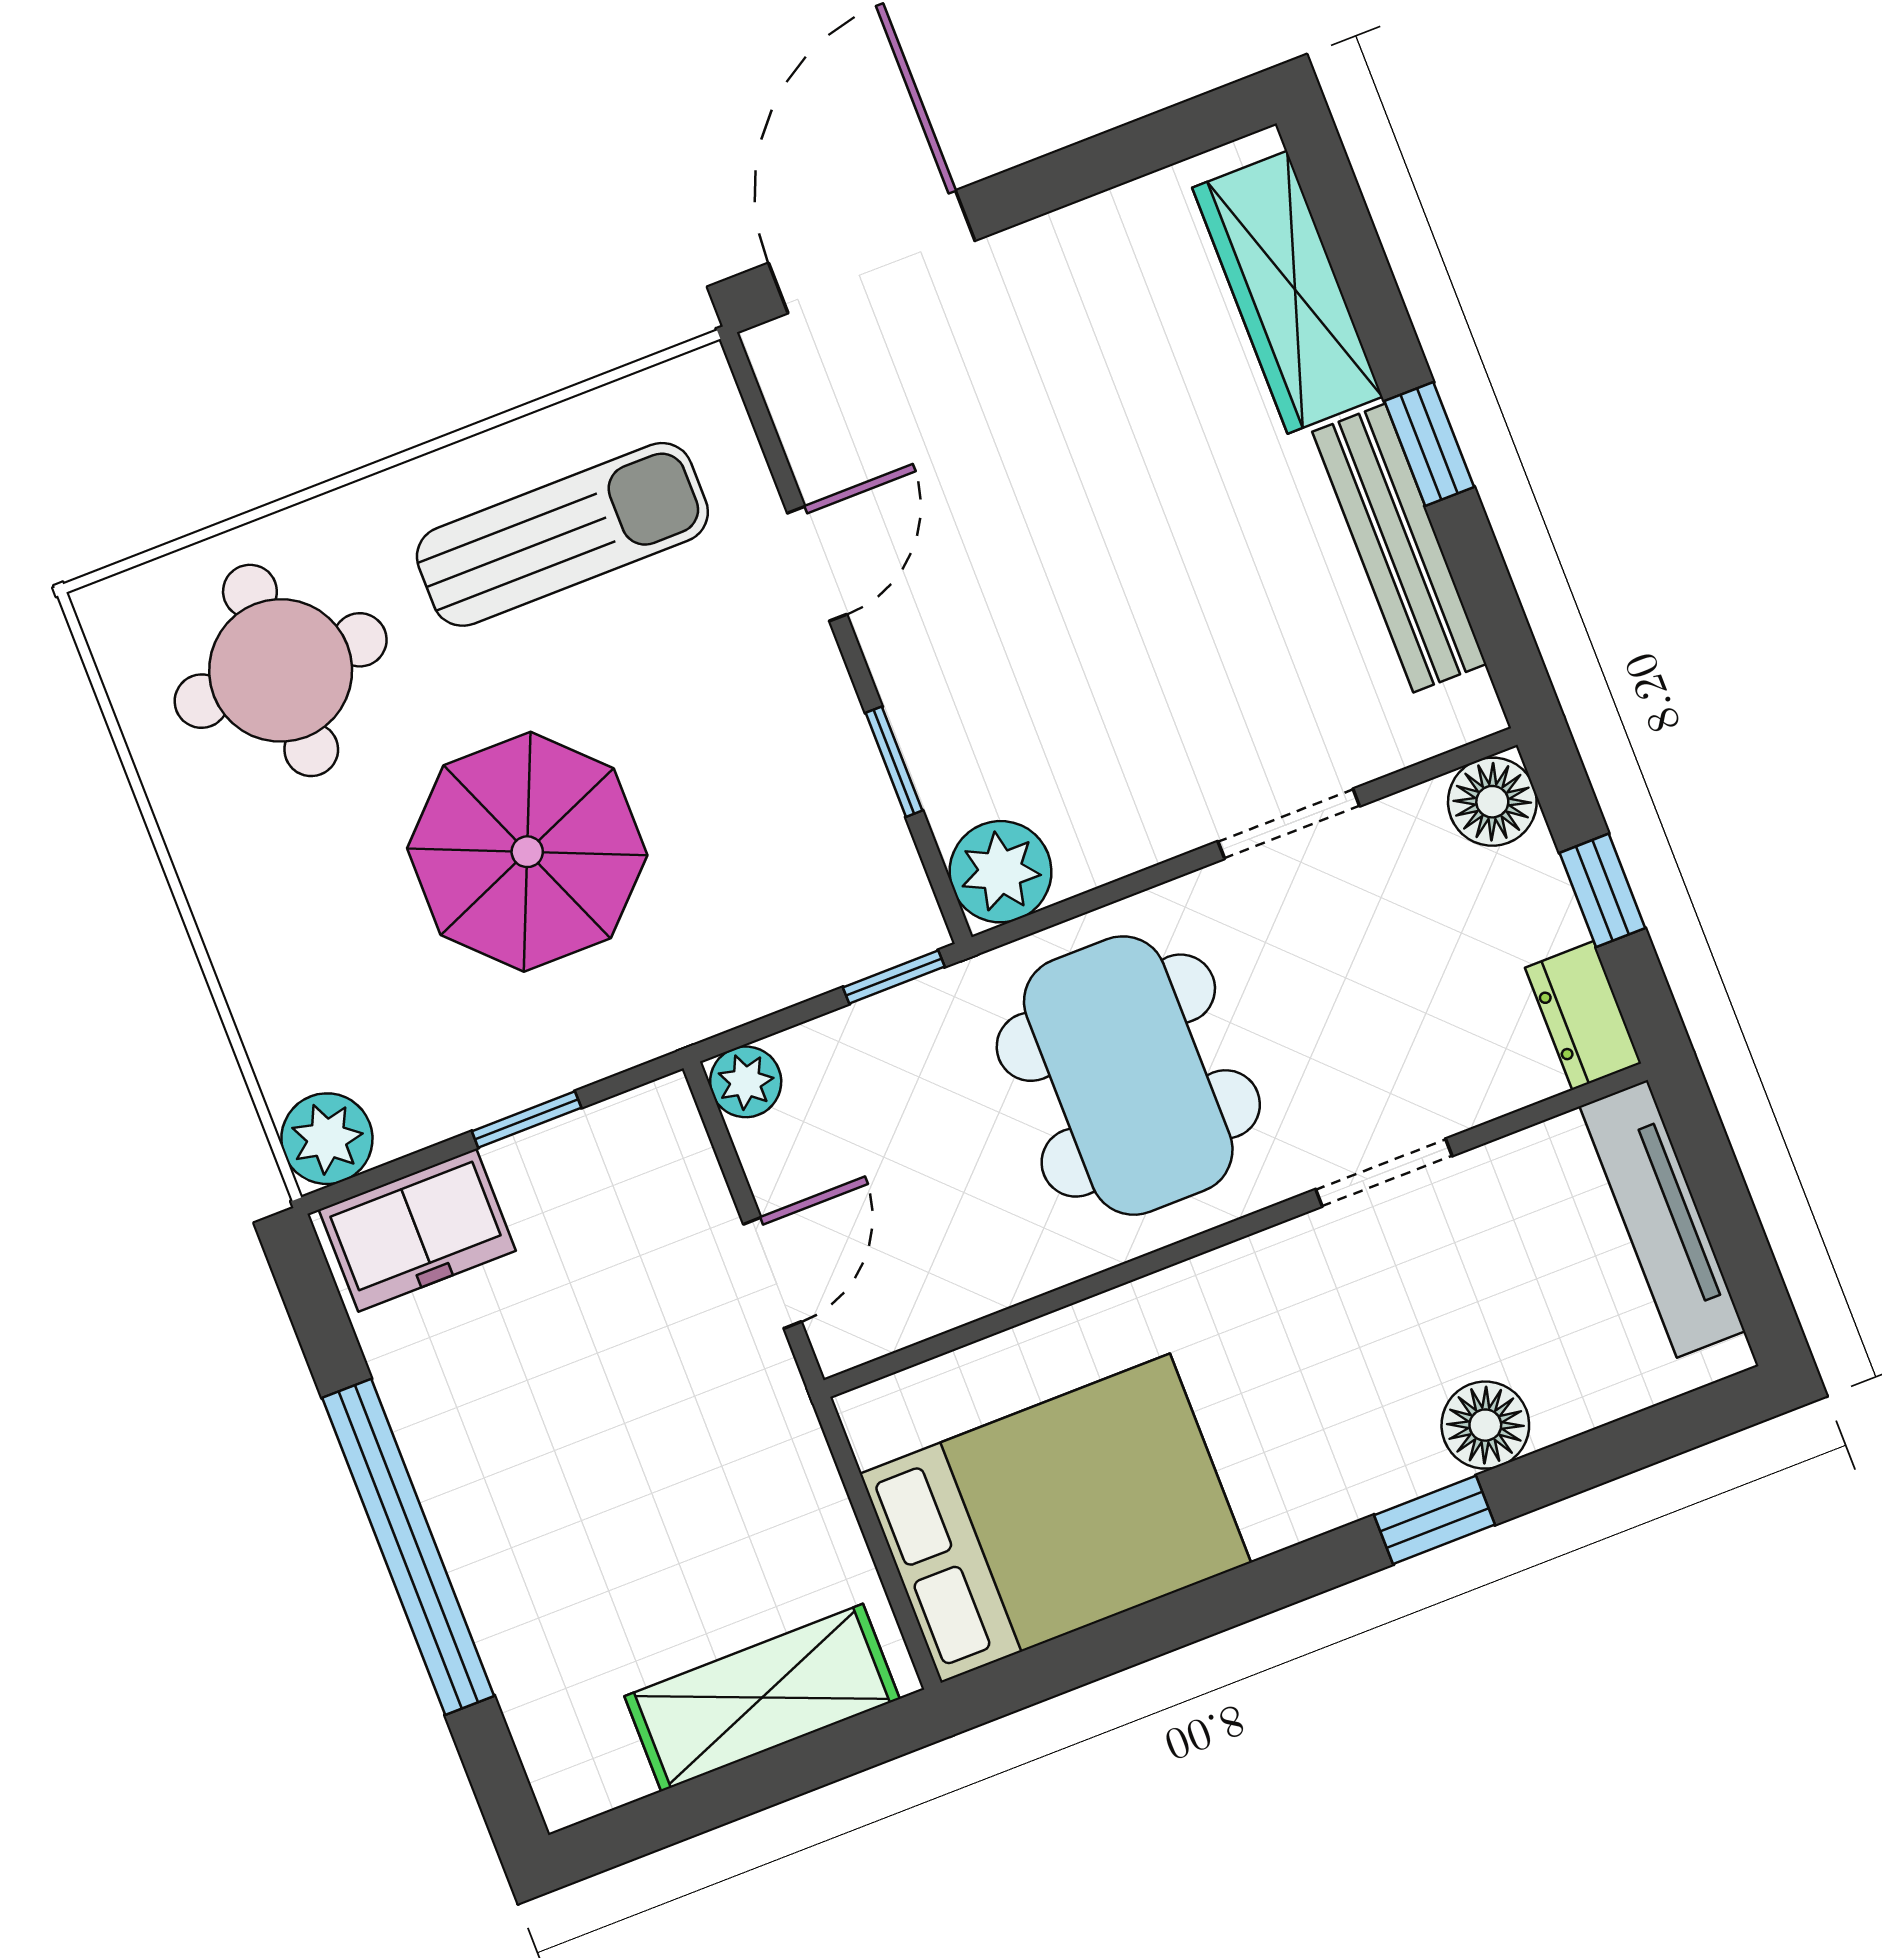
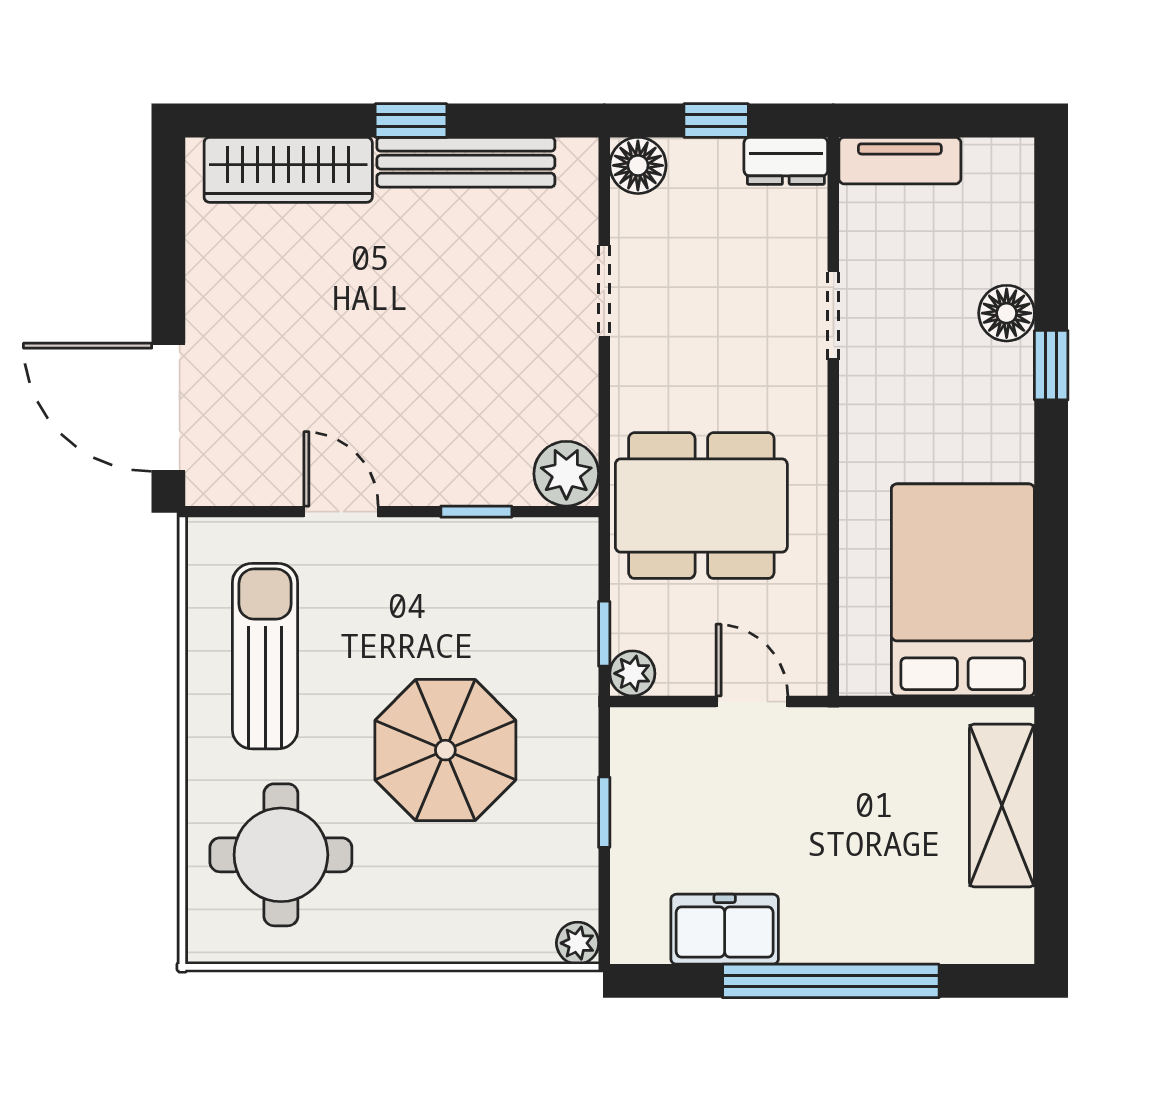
window: (894, 977) -> (604, 634), moved
dining table: (1128, 1076) -> (701, 506), moved
plant: (327, 1139) -> (578, 943), width x0.73, depth x0.73
tv unit: (1662, 1219) -> (900, 161), width x0.71
freezer: (417, 1230) -> (725, 929), moved, turned -90

